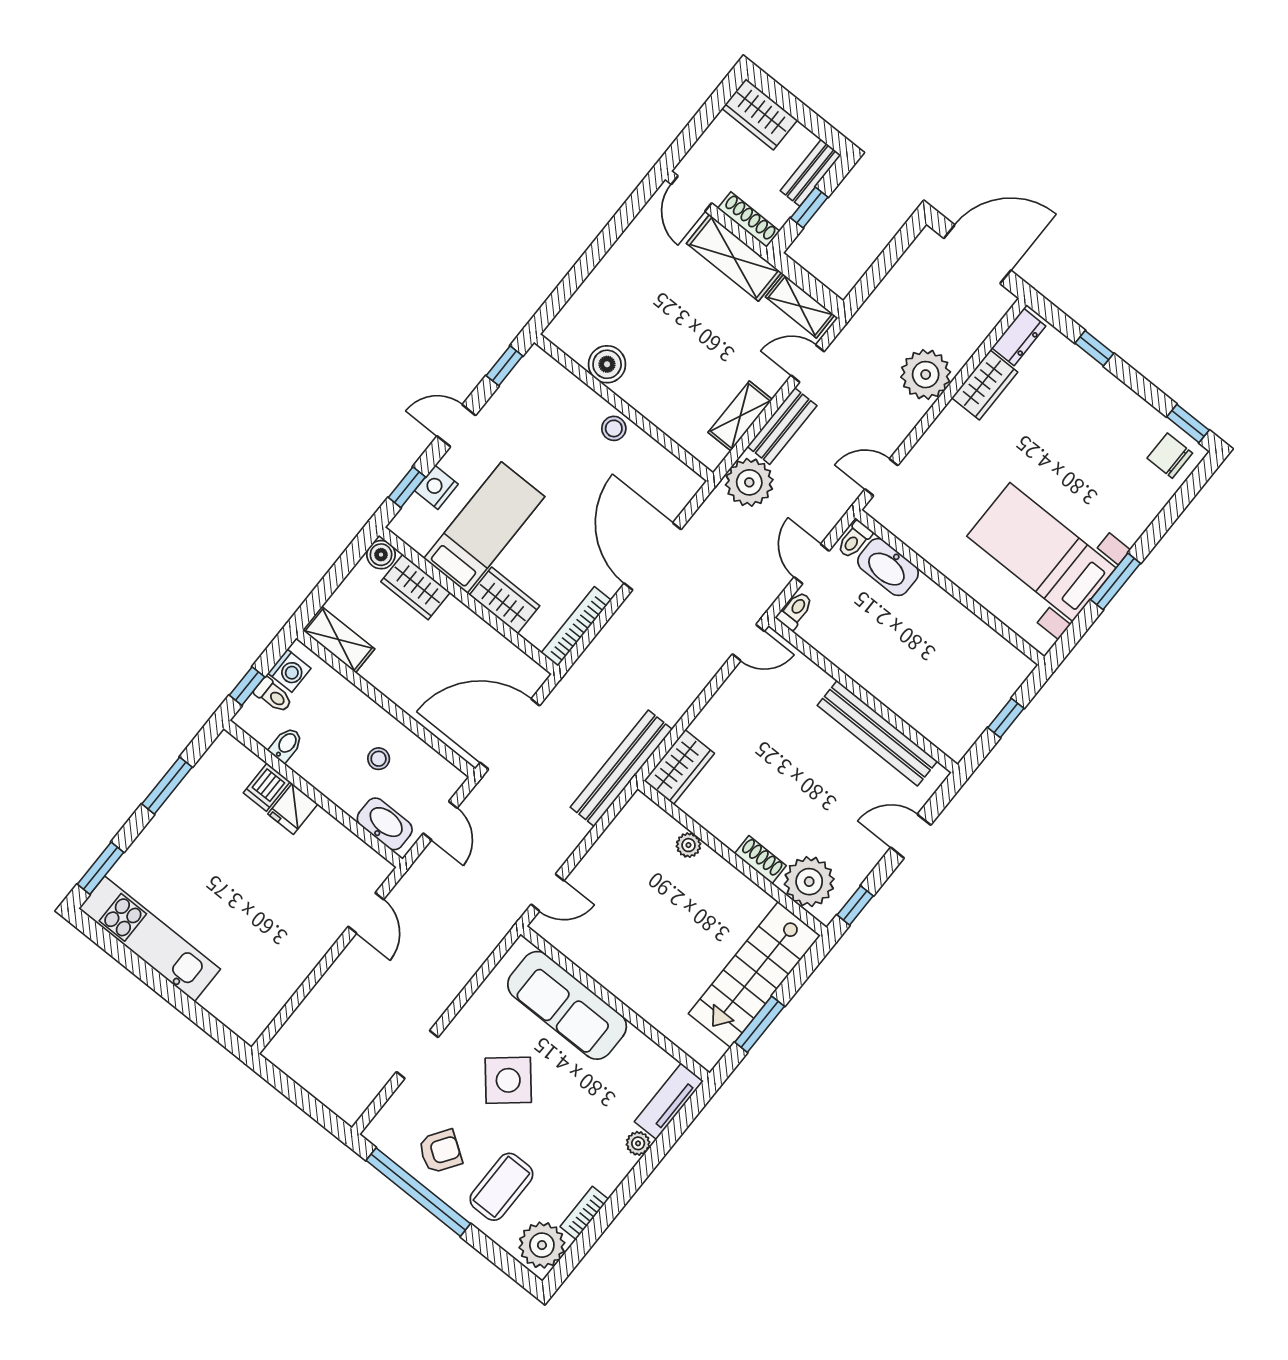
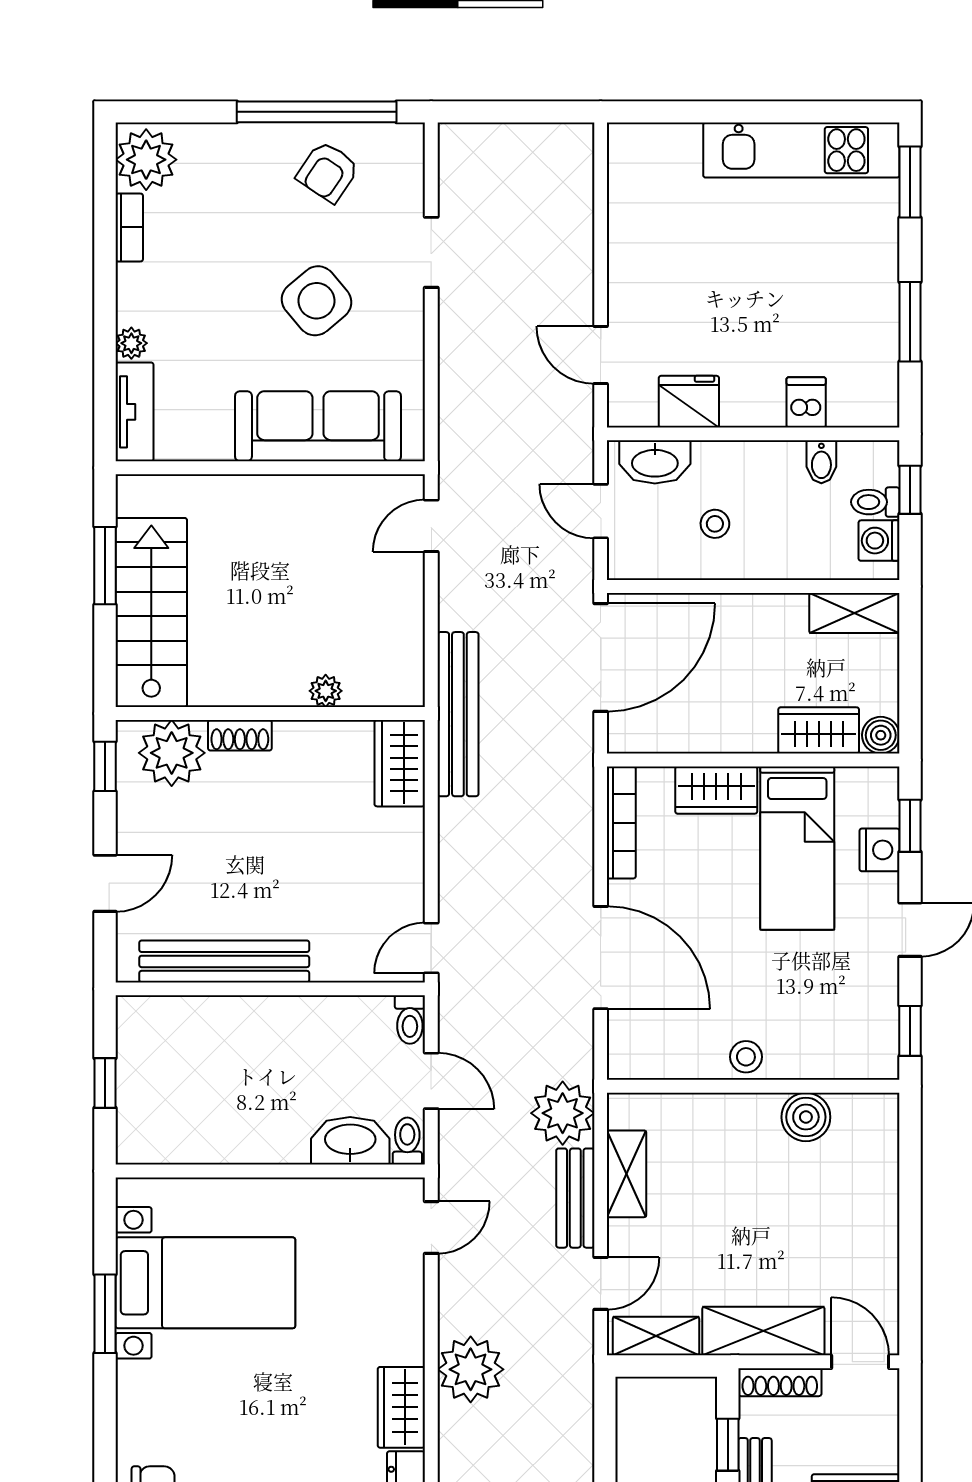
fridge: (293, 809) -> (689, 402), moved, width x1.38
coffee table: (501, 1187) -> (236, 186), removed

